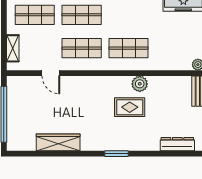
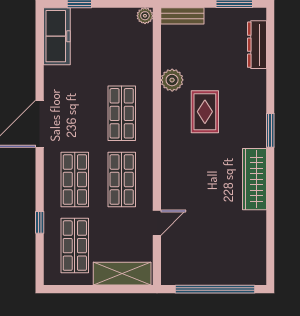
shelving: (13, 48) -> (122, 274), width x1.50, depth x1.33
plant: (140, 84) -> (172, 80), moved
wardrobe: (58, 142) -> (255, 179), moved

